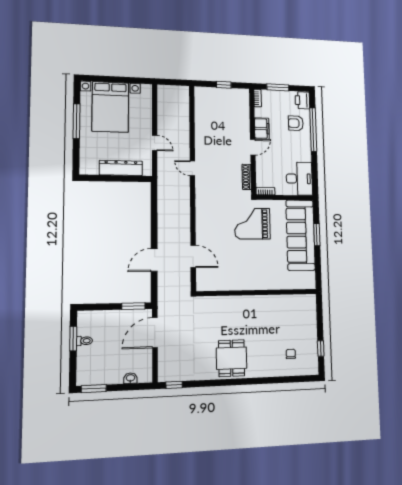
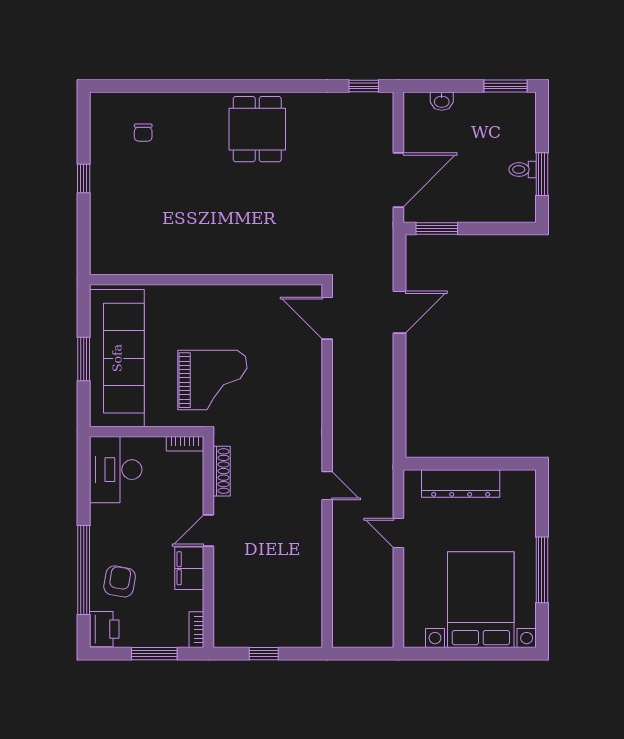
armchair: (296, 123) -> (120, 581), turned -80
wall: (257, 293) -> (206, 280), moved
window: (321, 348) -> (84, 178), moved

